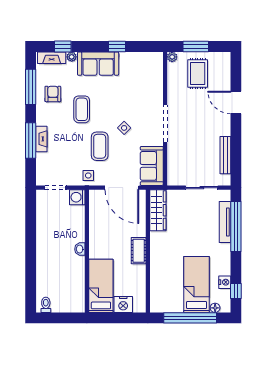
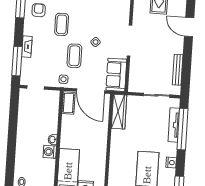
window: (31, 140) -> (17, 61), moved
washing machine: (77, 197) -> (50, 152), moved
cot: (139, 251) -> (68, 103), moved
nightstand: (225, 282) -> (171, 163), moved

